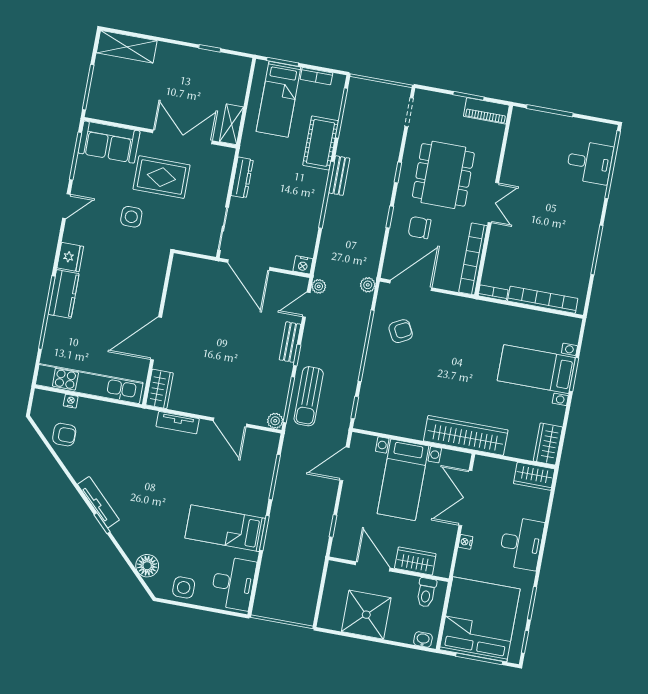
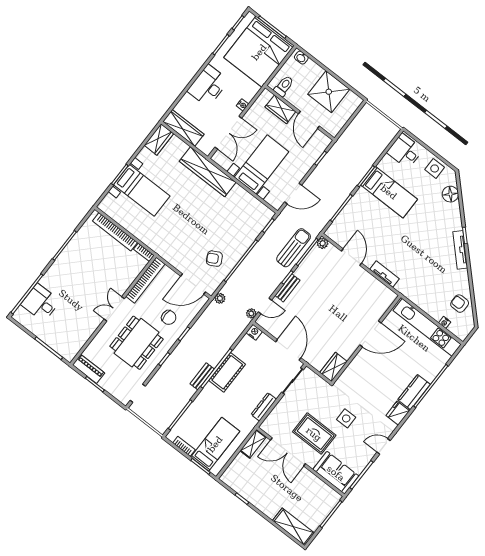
cot: (320, 143) -> (227, 372), moved
wardrobe: (160, 389) -> (334, 367), moved
wardrobe: (534, 476) -> (183, 128), width x1.50
desk: (233, 583) -> (405, 151), width x0.73

